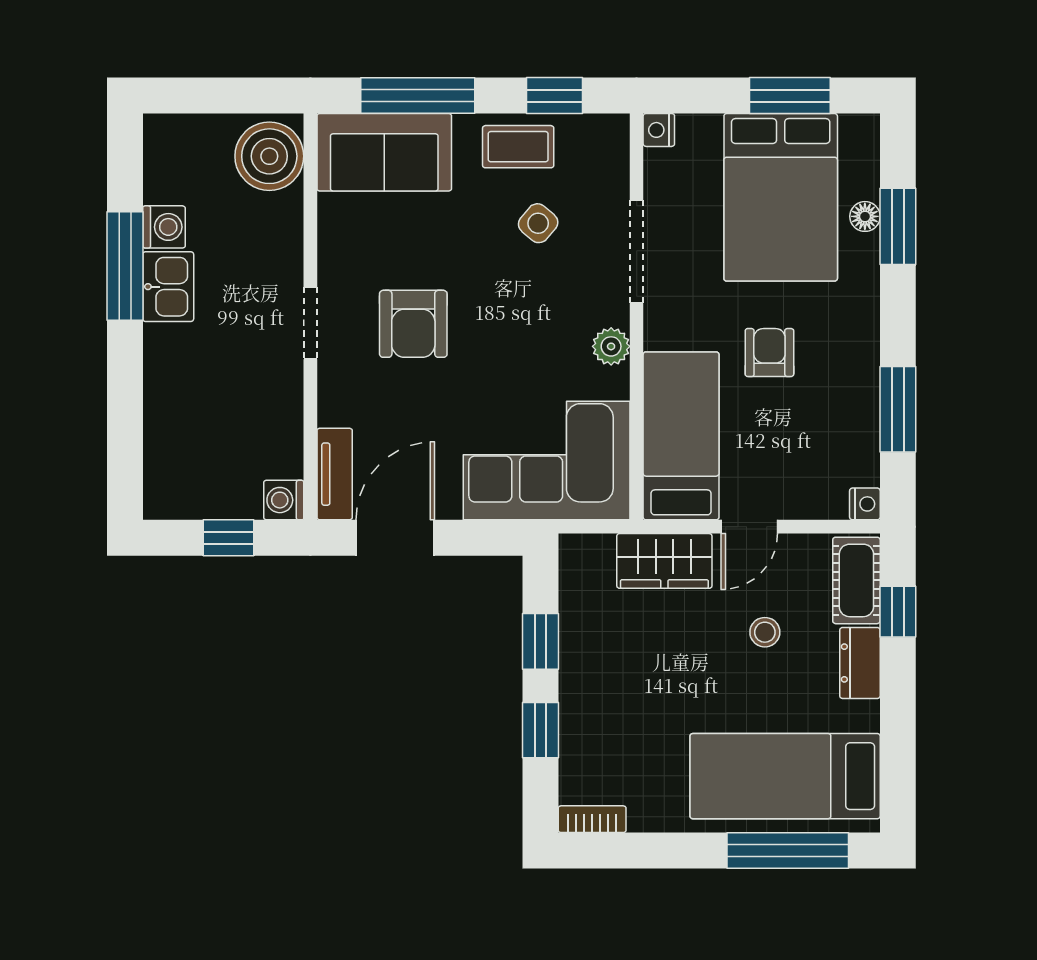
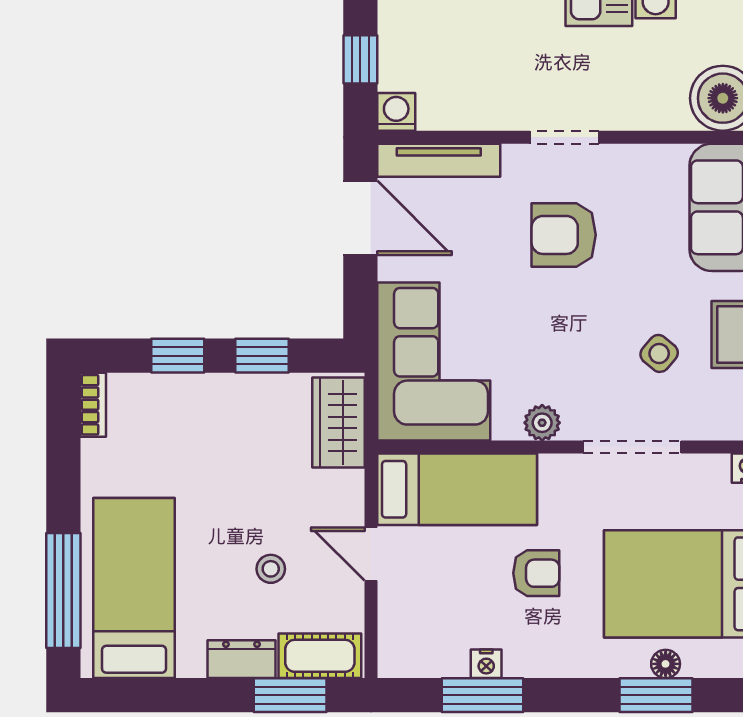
tv unit: (335, 474) -> (439, 160), width x1.41
nightstand: (865, 504) -> (486, 664), moved
wardrobe: (664, 561) -> (338, 422), moved
window: (898, 612) -> (290, 695), width x1.50

